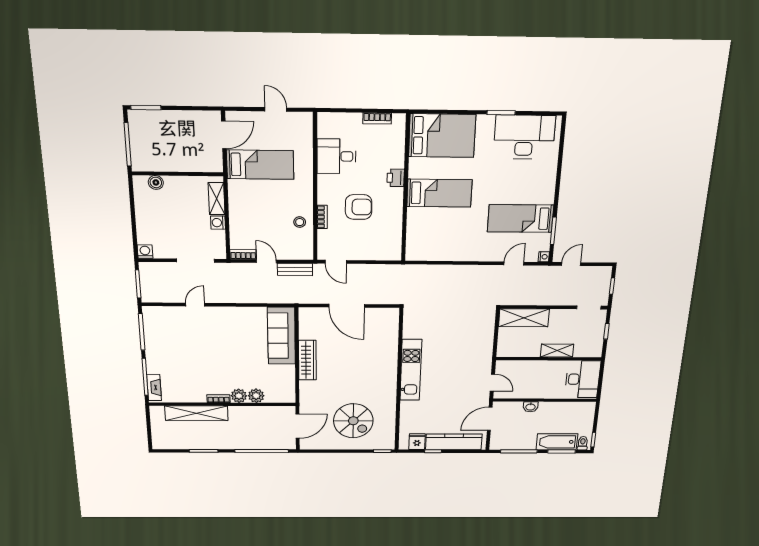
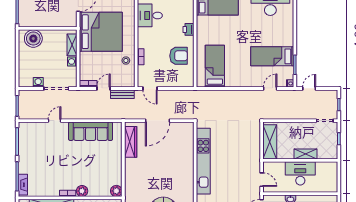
bed: (260, 165) -> (101, 32), width x2.04
boiler: (156, 182) -> (33, 39), width x1.86, depth x1.86
bed: (439, 193) -> (215, 66), moved, turned -90
armchair: (359, 207) -> (179, 56), moved
washing machine: (145, 252) -> (38, 82), moved
door: (266, 261) -> (103, 88), hinge flipped
door: (347, 306) -> (158, 121), hinge flipped
shelving: (524, 318) -> (270, 142), moved, turned 90
sofa: (281, 336) -> (91, 131), moved, turned -90
wardrobe: (307, 360) -> (131, 142), moved
kitchen unit: (411, 370) -> (203, 161), width x1.36
desk: (582, 379) -> (300, 173), moved, turned -90
plant: (256, 396) -> (116, 191), moved

